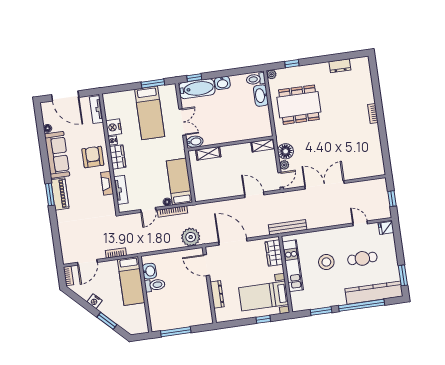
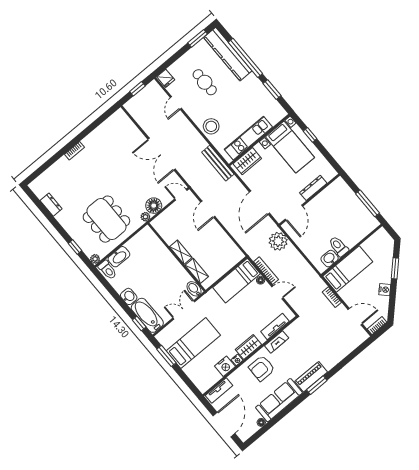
shelving: (263, 145) -> (181, 252), moved
plant: (284, 165) -> (145, 217), moved
stool: (326, 262) -> (211, 126), moved

